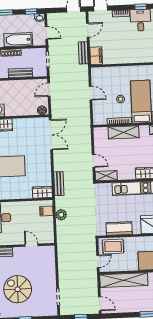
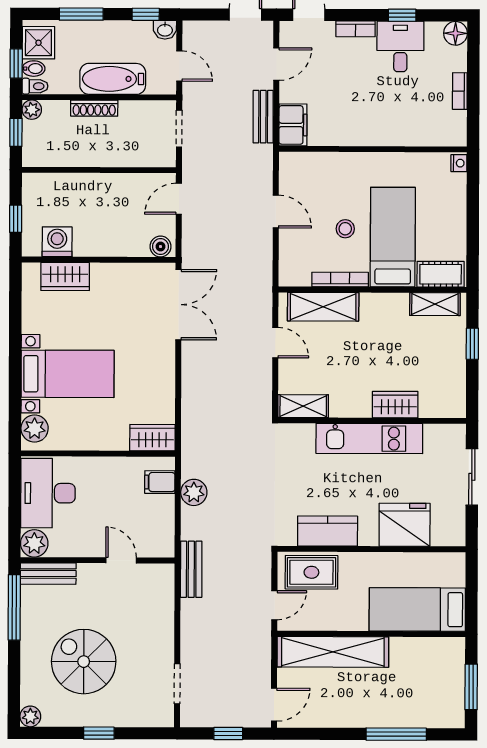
bench: (20, 73) -> (114, 156), removed
shelving: (124, 132) -> (323, 307), moved
door: (93, 161) -> (275, 343), moved
bench: (59, 184) -> (191, 569), moved
door: (100, 304) -> (274, 705), hinge flipped

